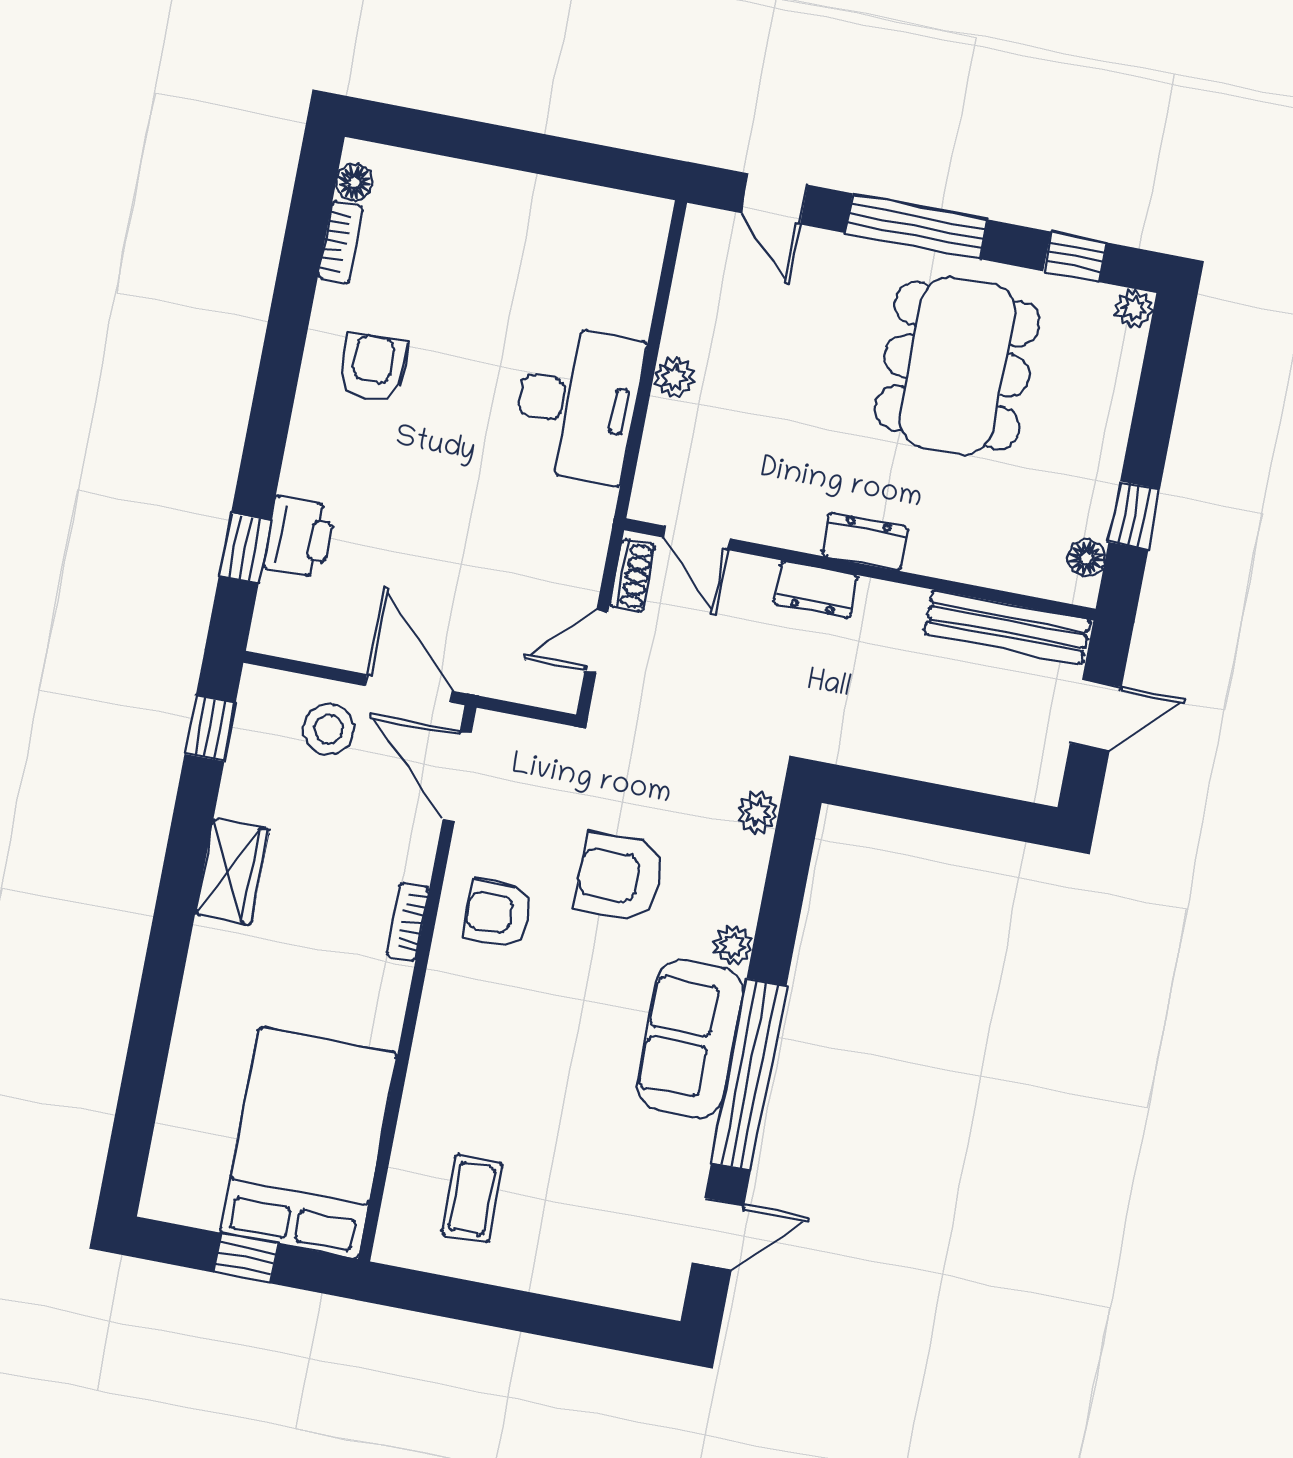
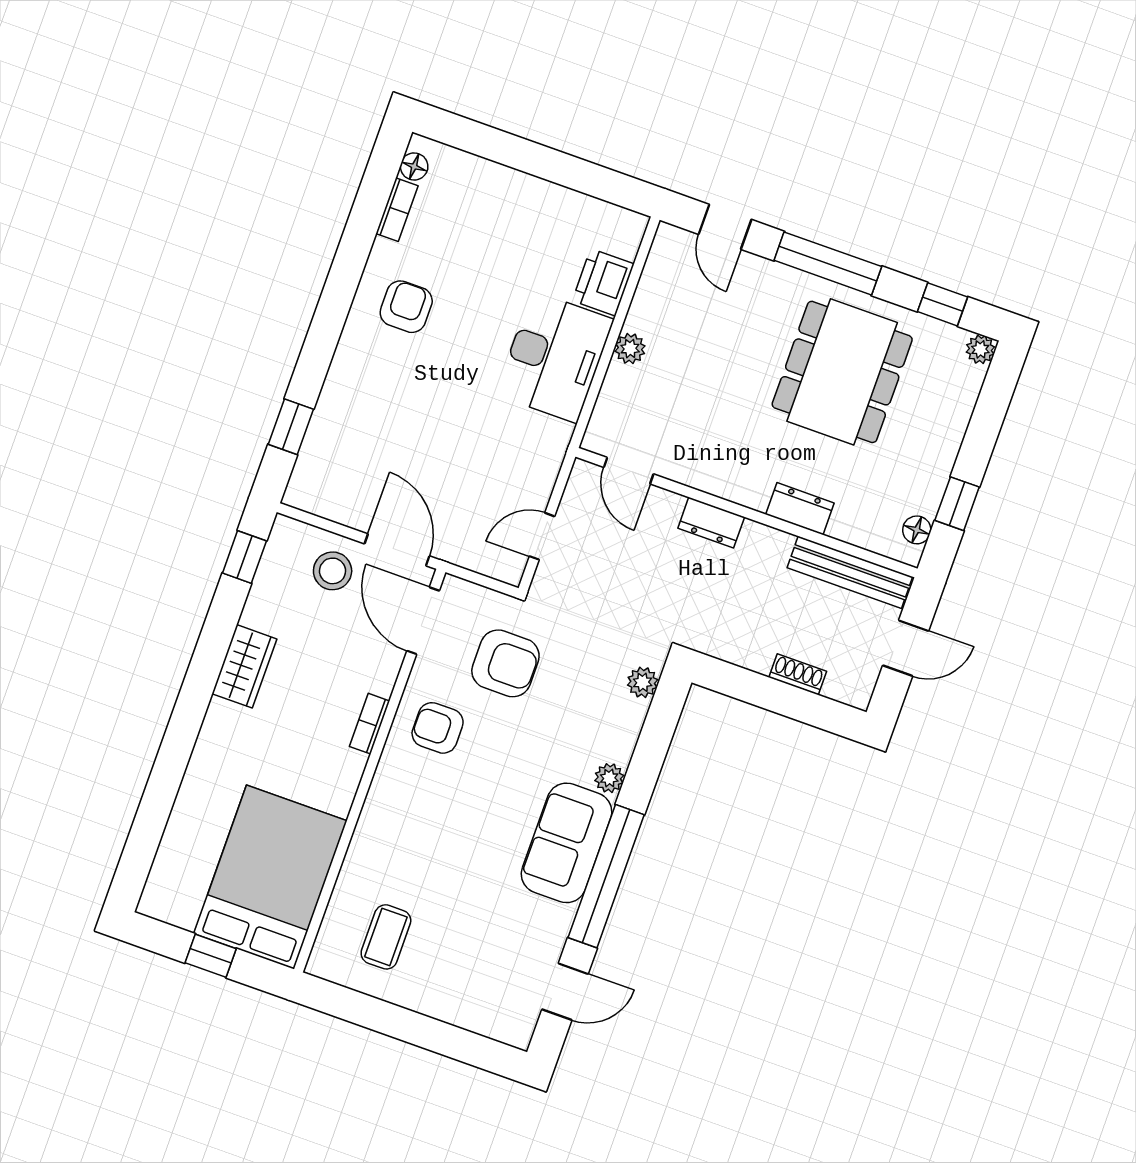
printer: (299, 537) -> (603, 282), moved, turned 180
dresser: (865, 541) -> (800, 509), moved
shoe rack: (632, 575) -> (798, 674), moved, turned -90
armchair: (620, 877) -> (505, 663), moved, turned 180

